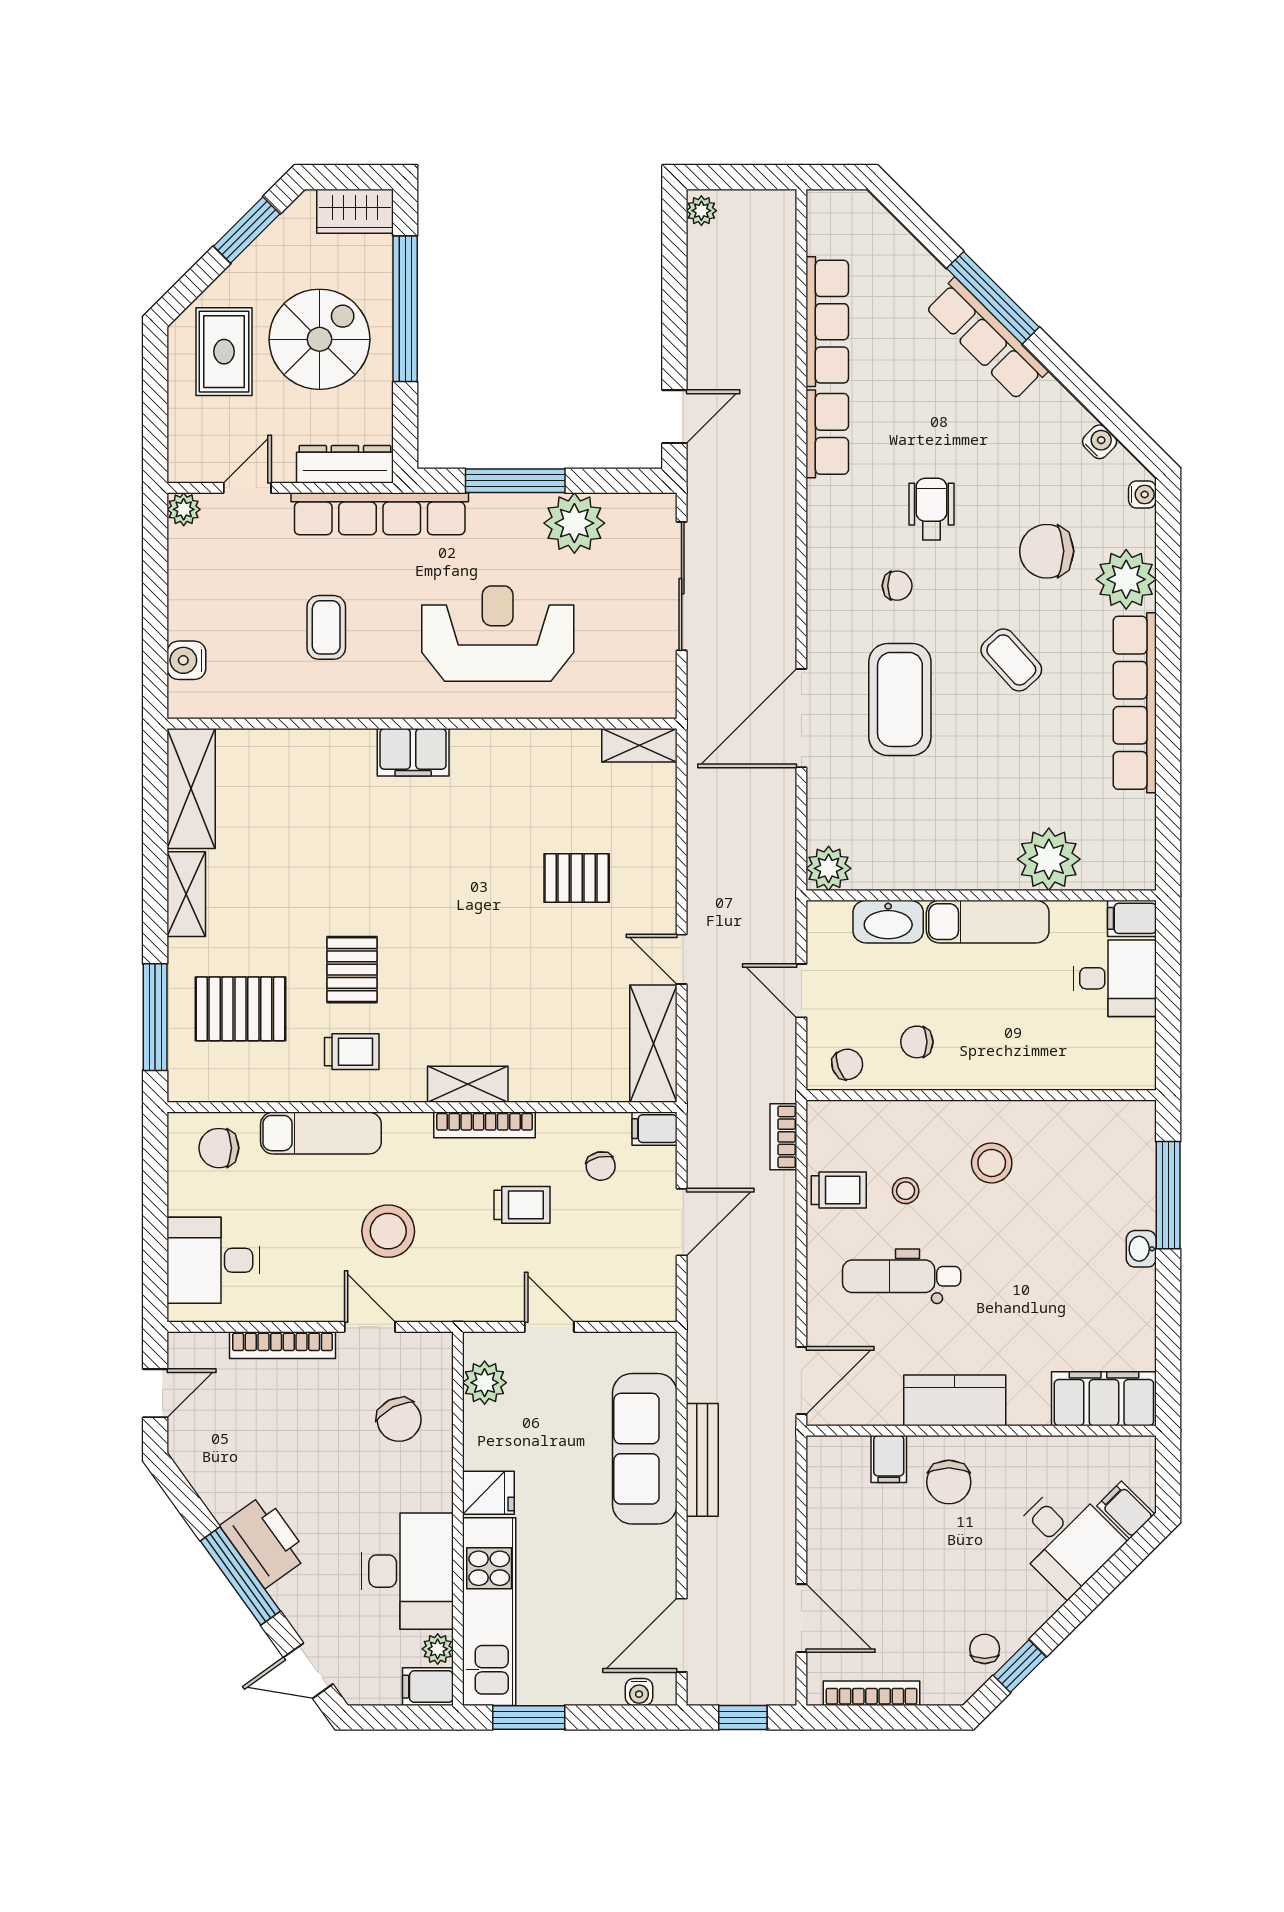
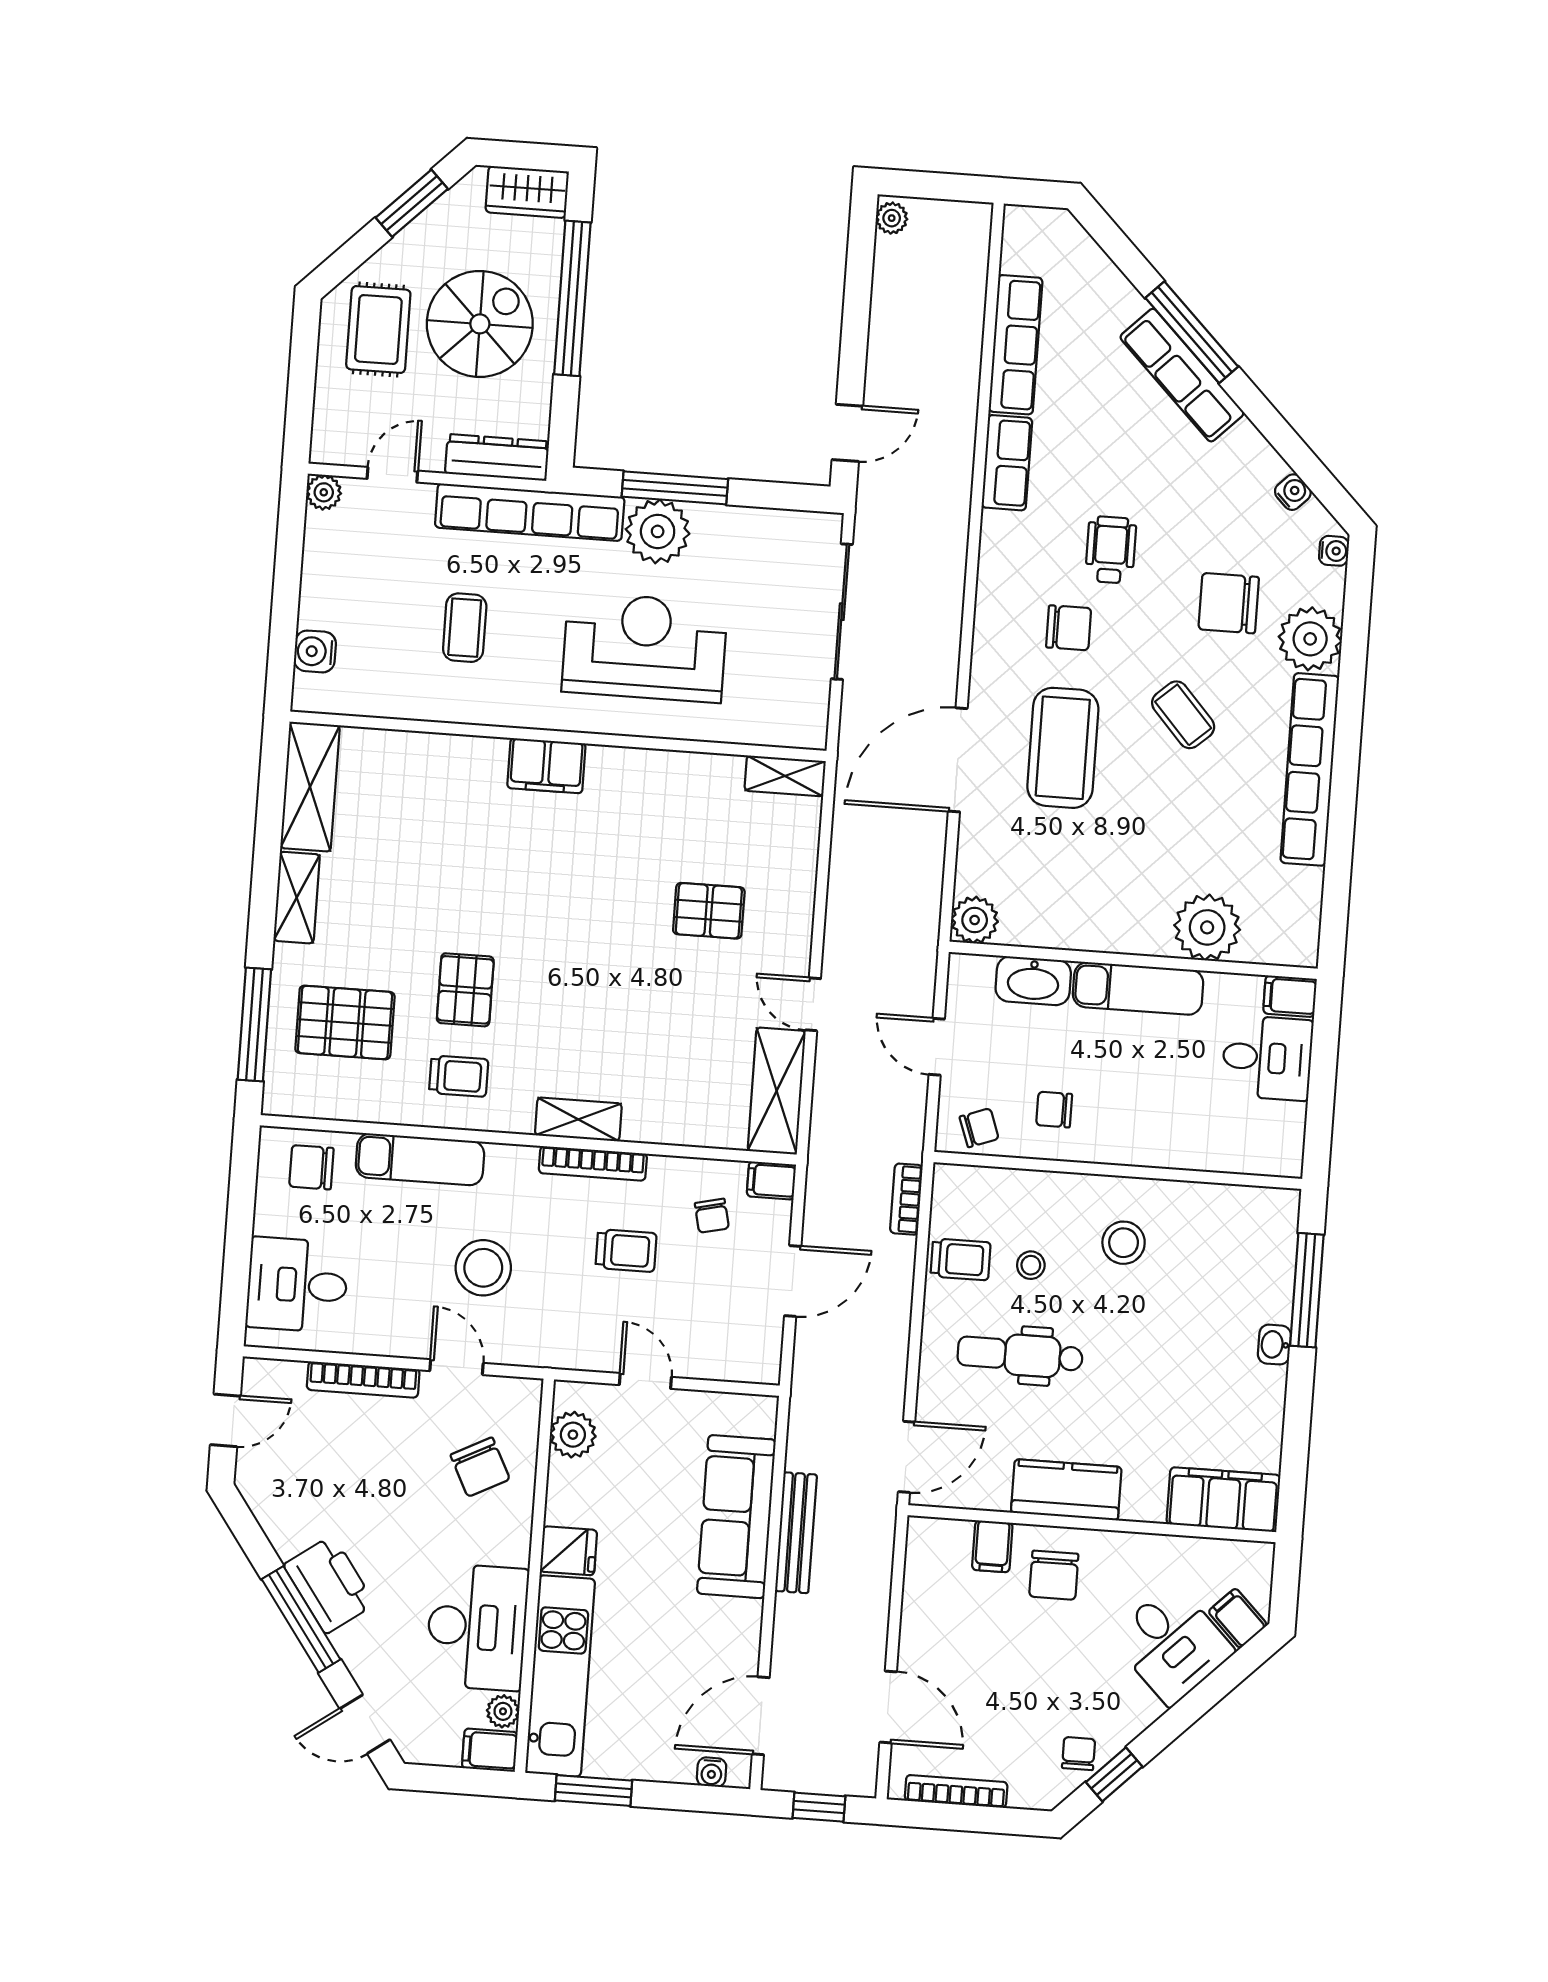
plant: (574, 523) -> (658, 531), moved
chair: (897, 586) -> (1069, 628), width x1.37, depth x1.37

